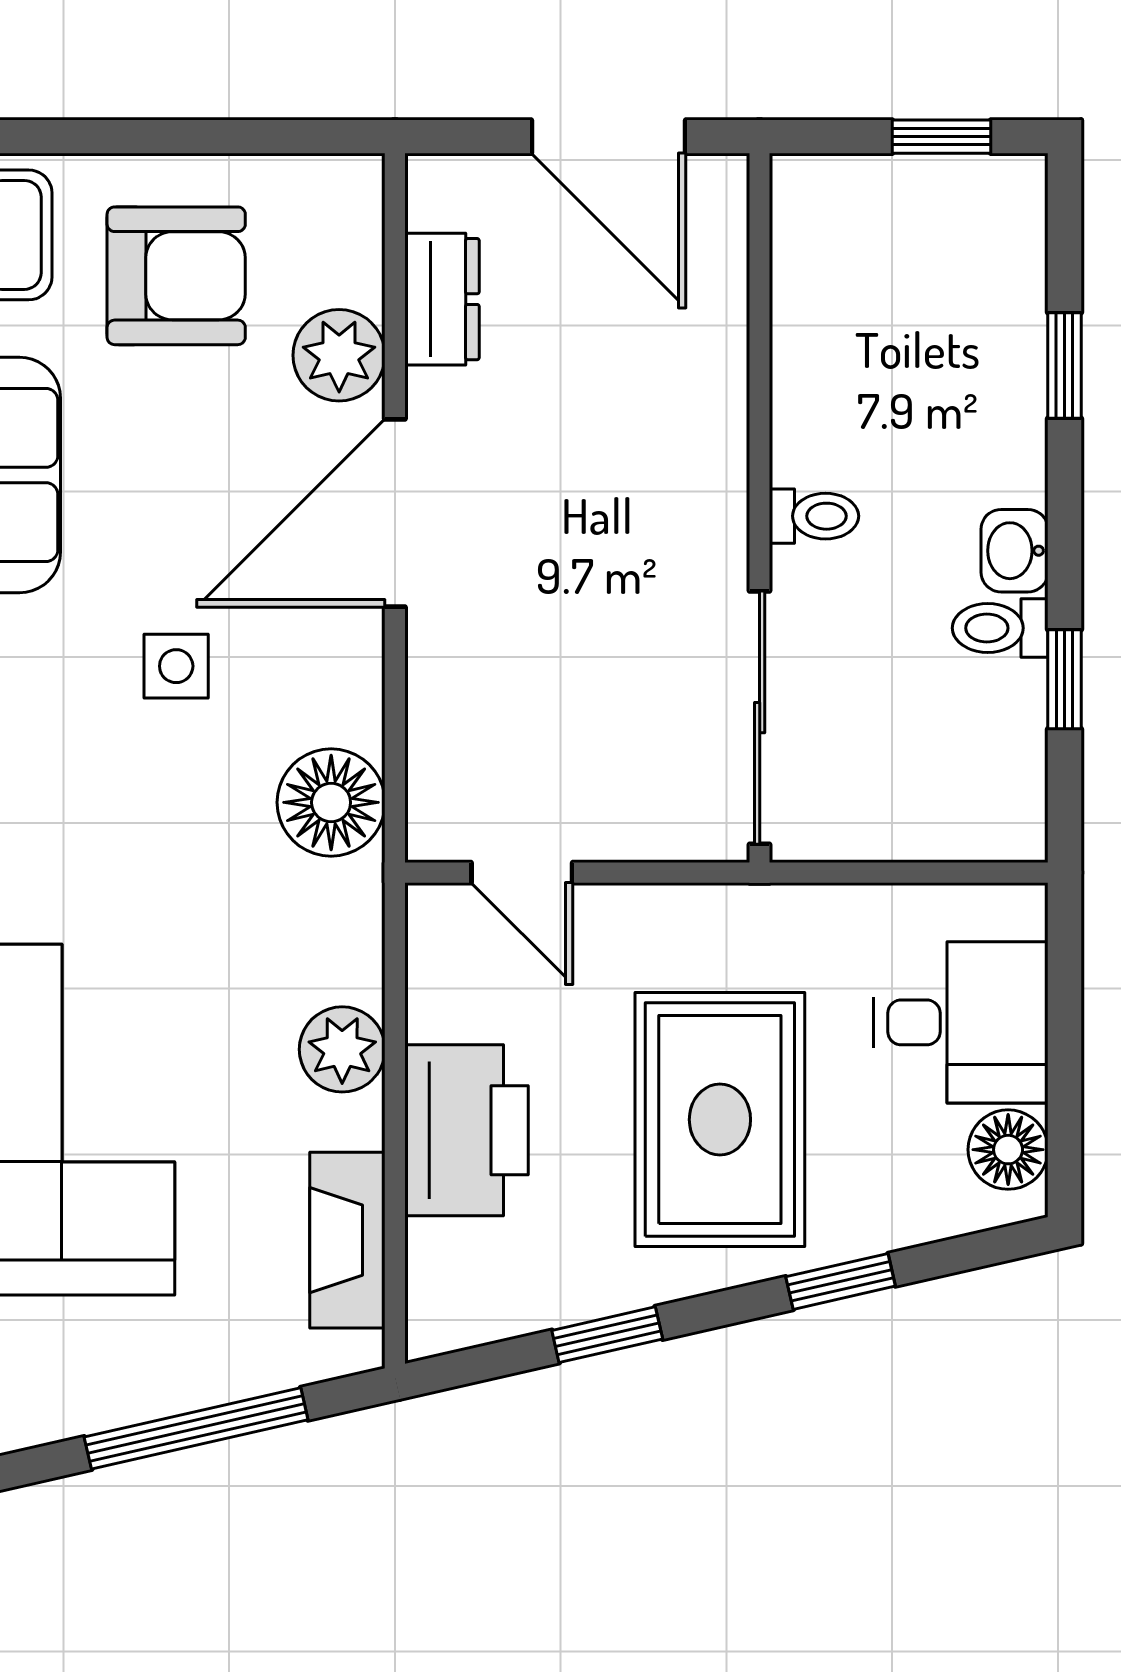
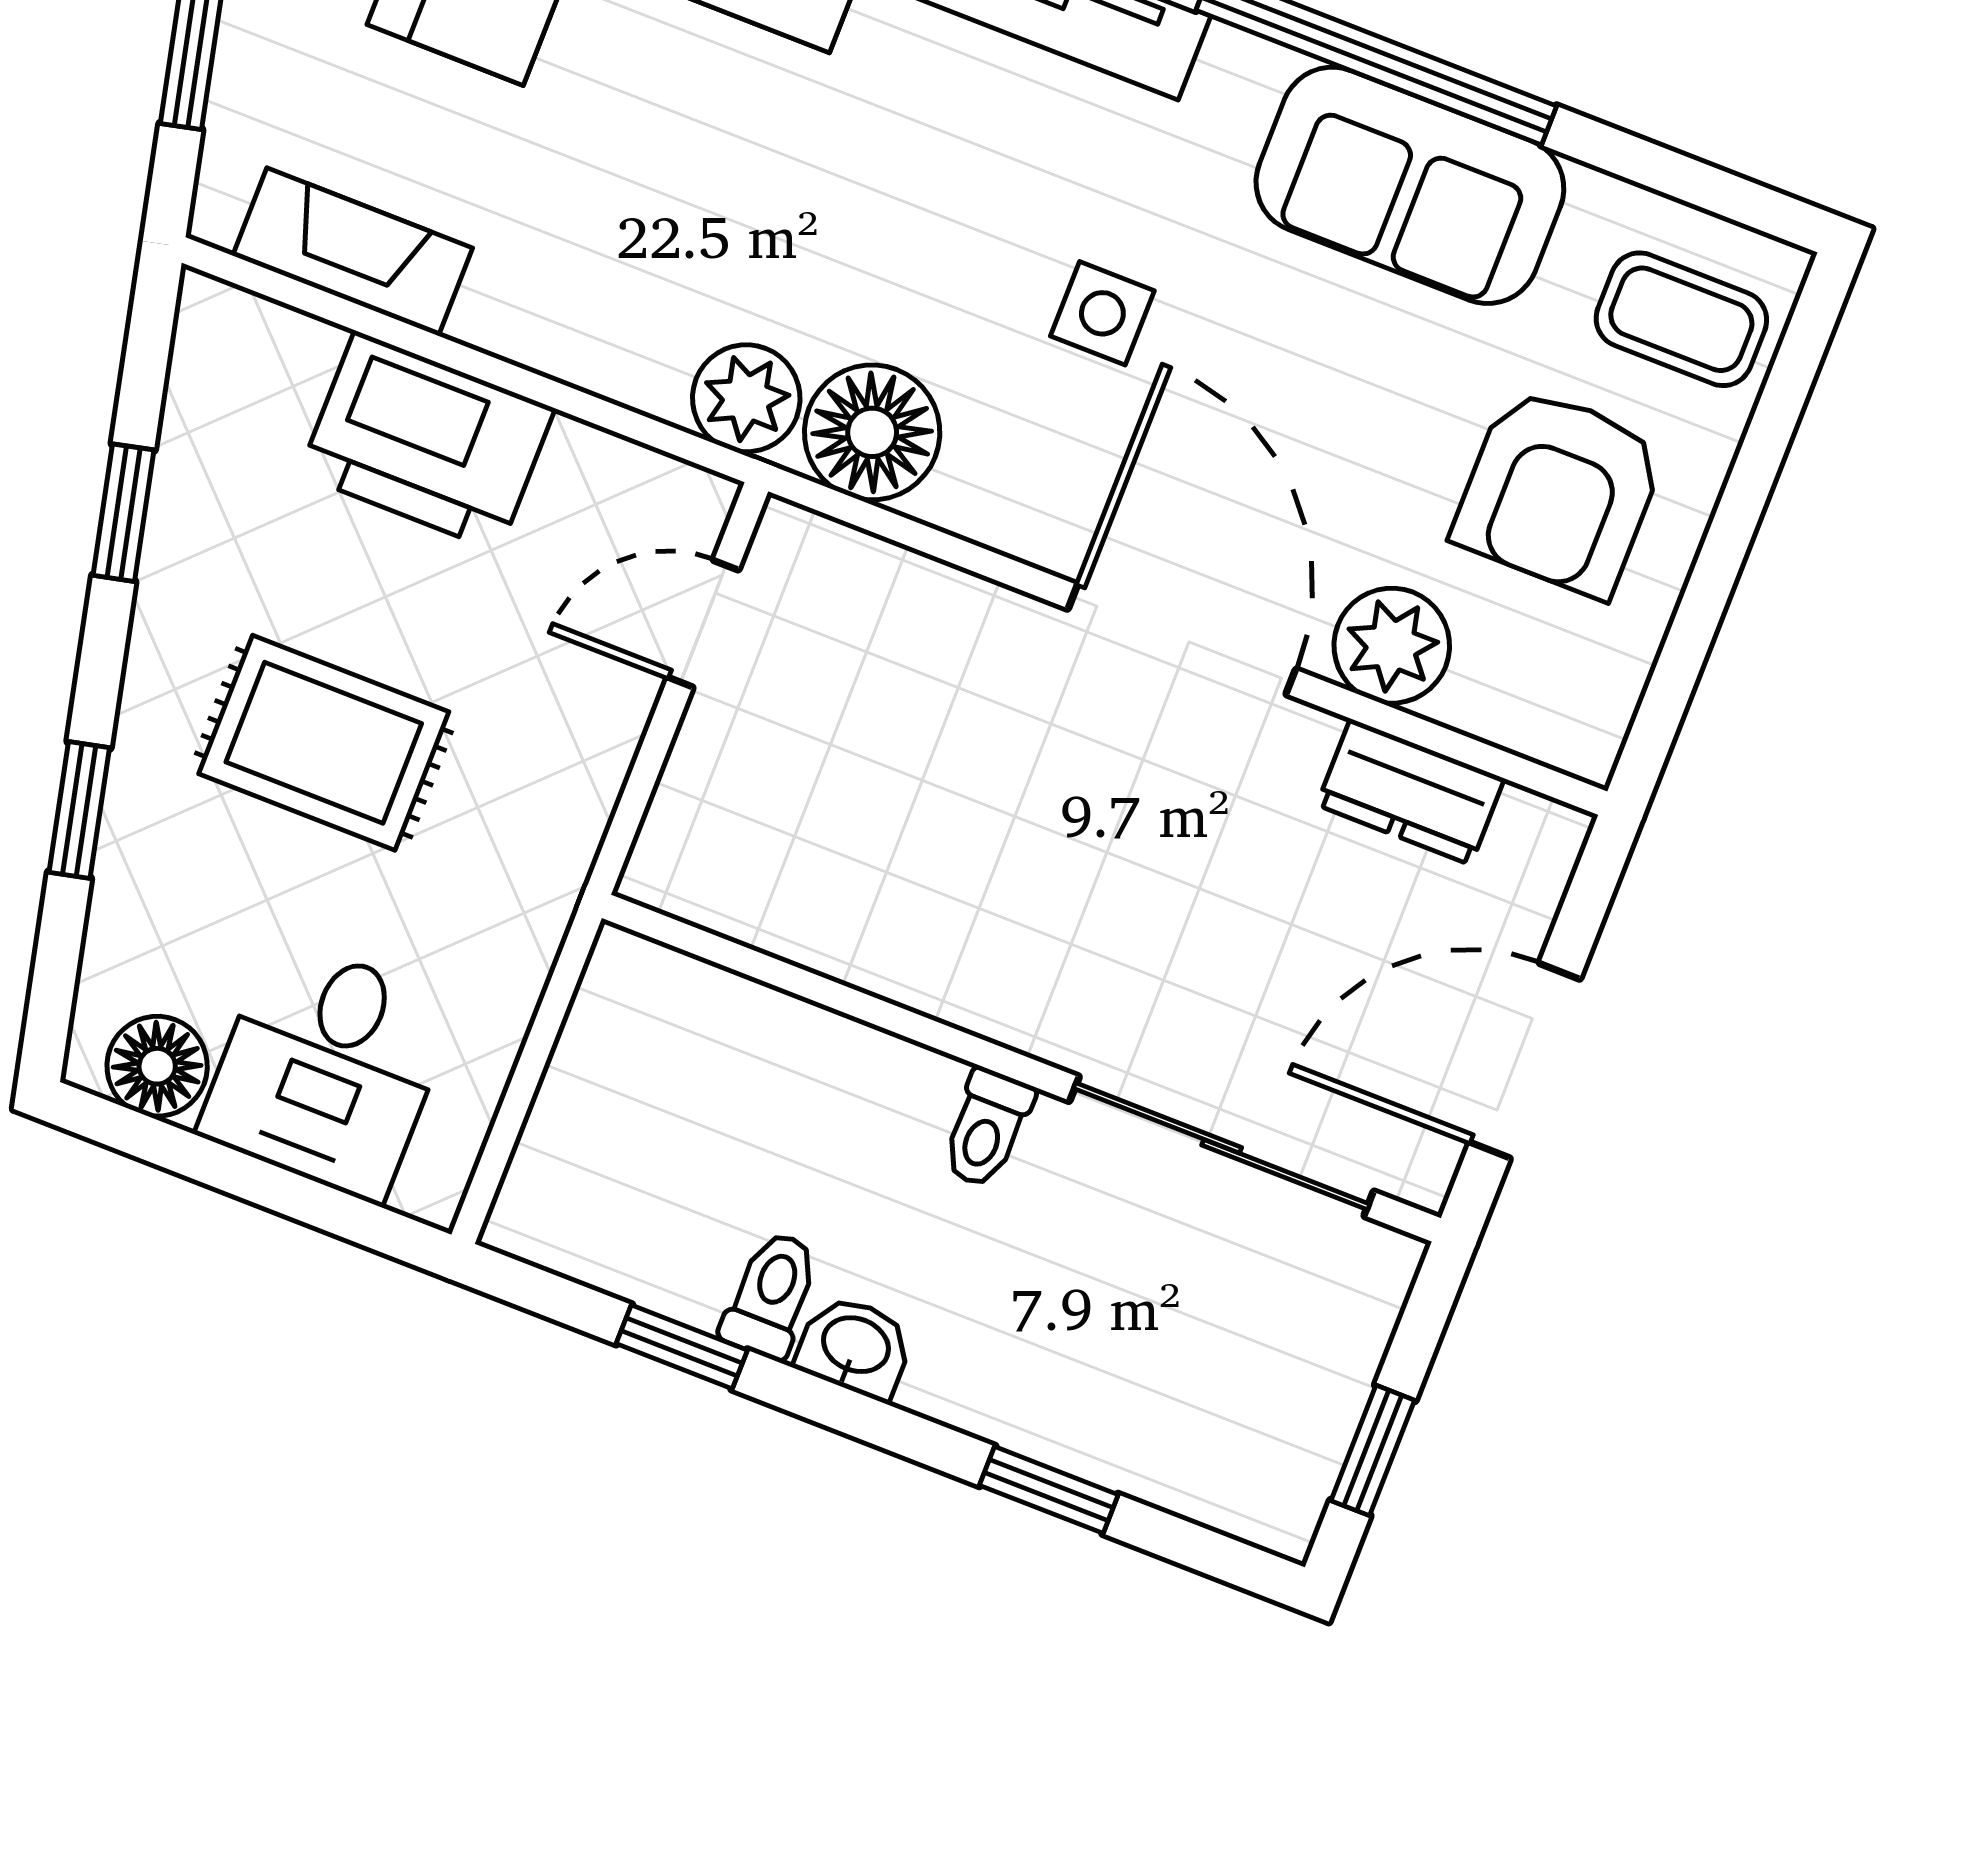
sliding door: (760, 718) -> (1222, 1146), moved
plant: (342, 1049) -> (746, 398), moved
rug: (720, 1120) -> (324, 743), width x0.73, depth x0.70

